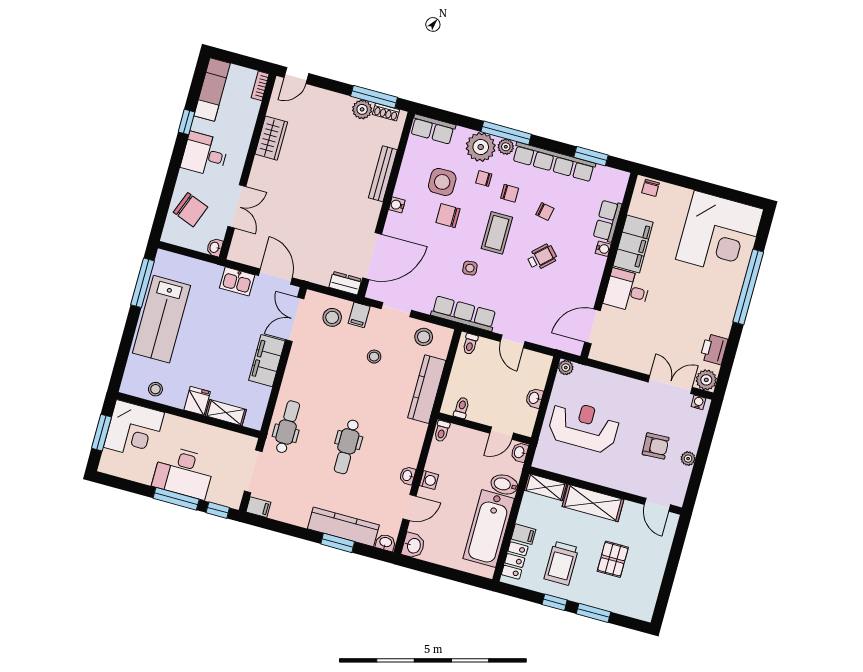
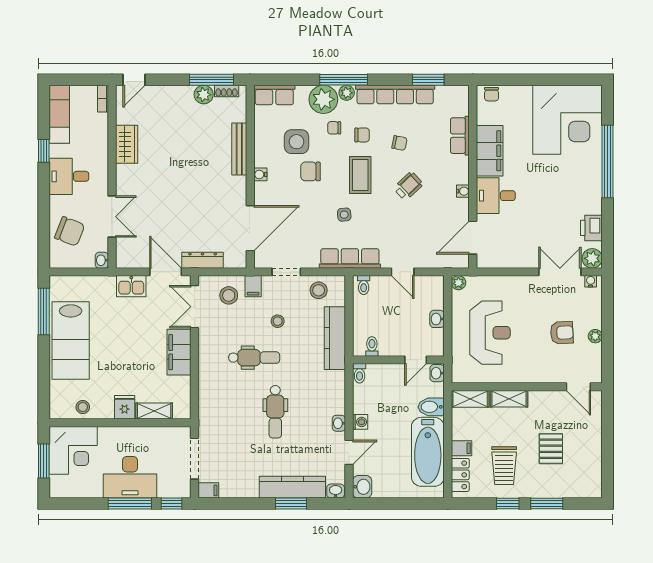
water cooler: (603, 249) -> (463, 191), moved
dresser: (345, 283) -> (203, 260), moved, width x1.44
reception desk: (584, 426) -> (490, 333), turned 90
dental chair: (287, 427) -> (254, 358), moved, turned 90
shelving: (593, 503) -> (509, 399), width x0.67, depth x0.75

